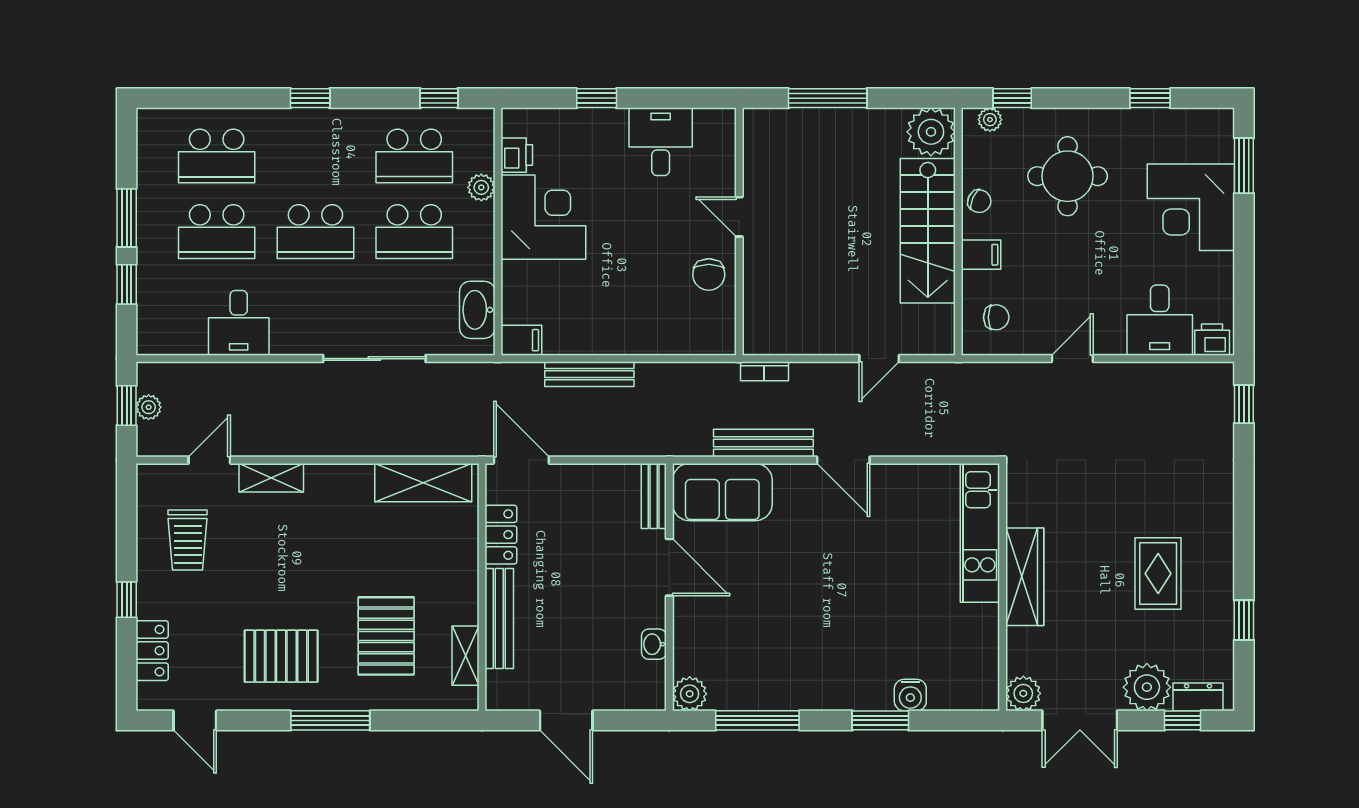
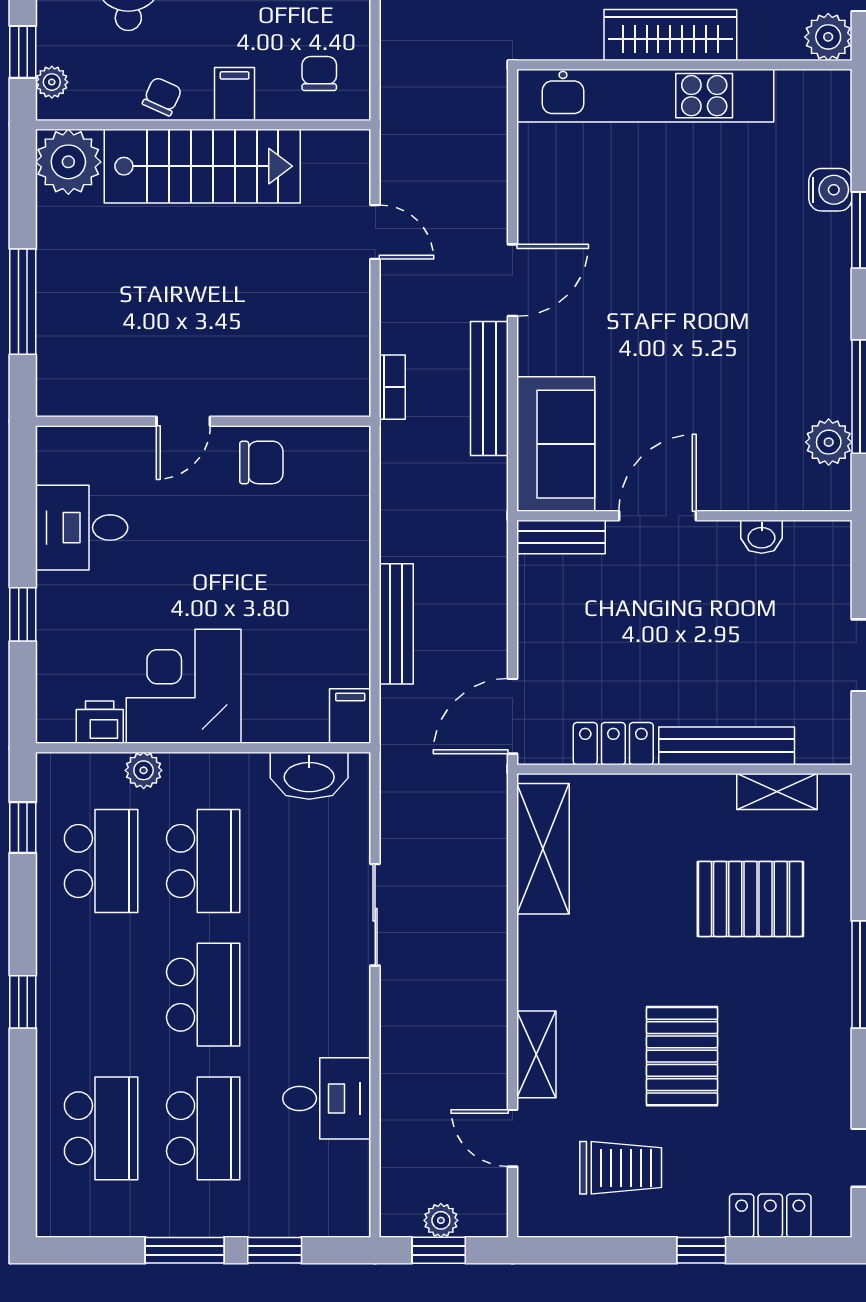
sliding door: (374, 359) -> (375, 915), width x0.73
kitchen unit: (980, 533) -> (645, 96), width x1.36
pallet: (281, 656) -> (682, 1056), moved
plant: (690, 694) -> (829, 442), moved

